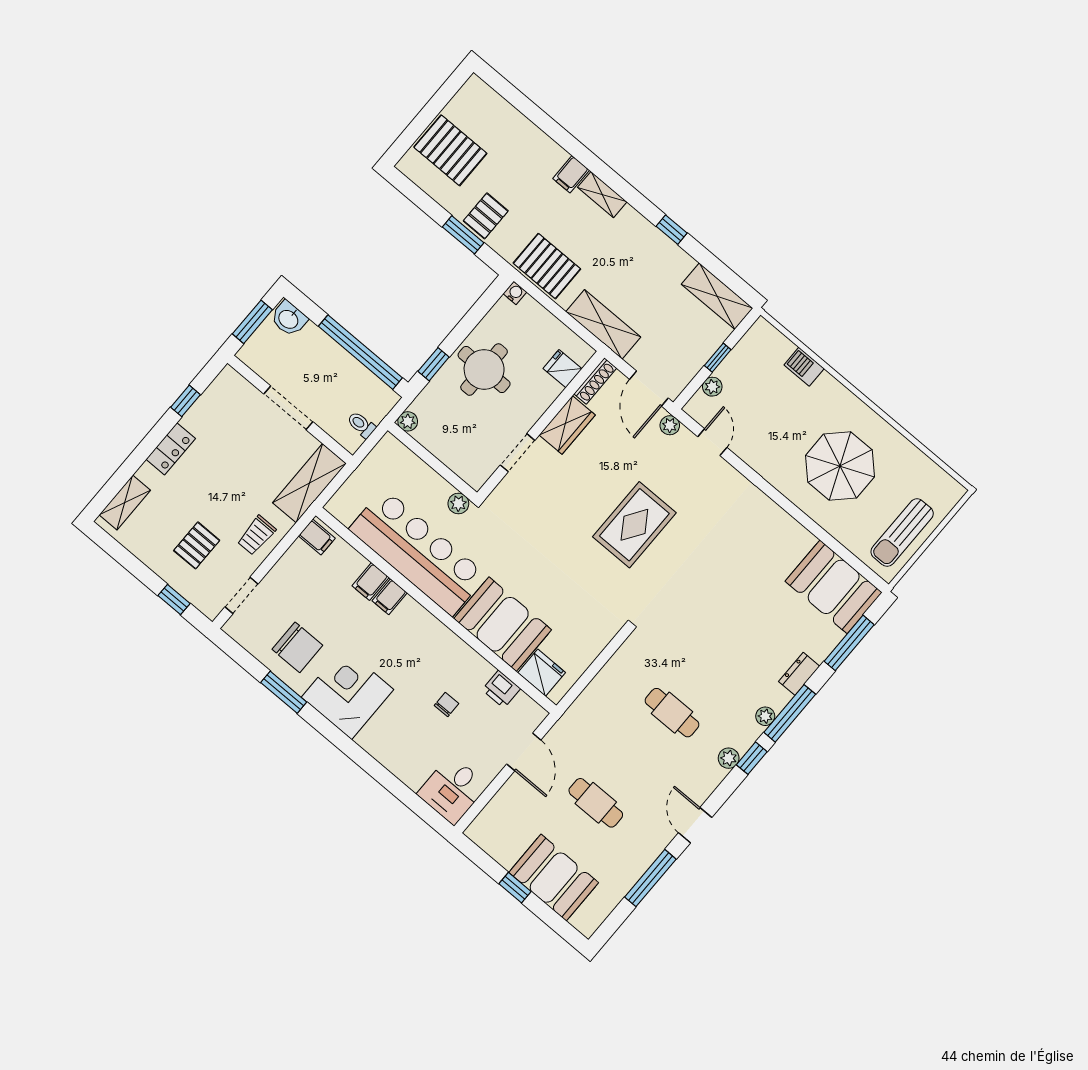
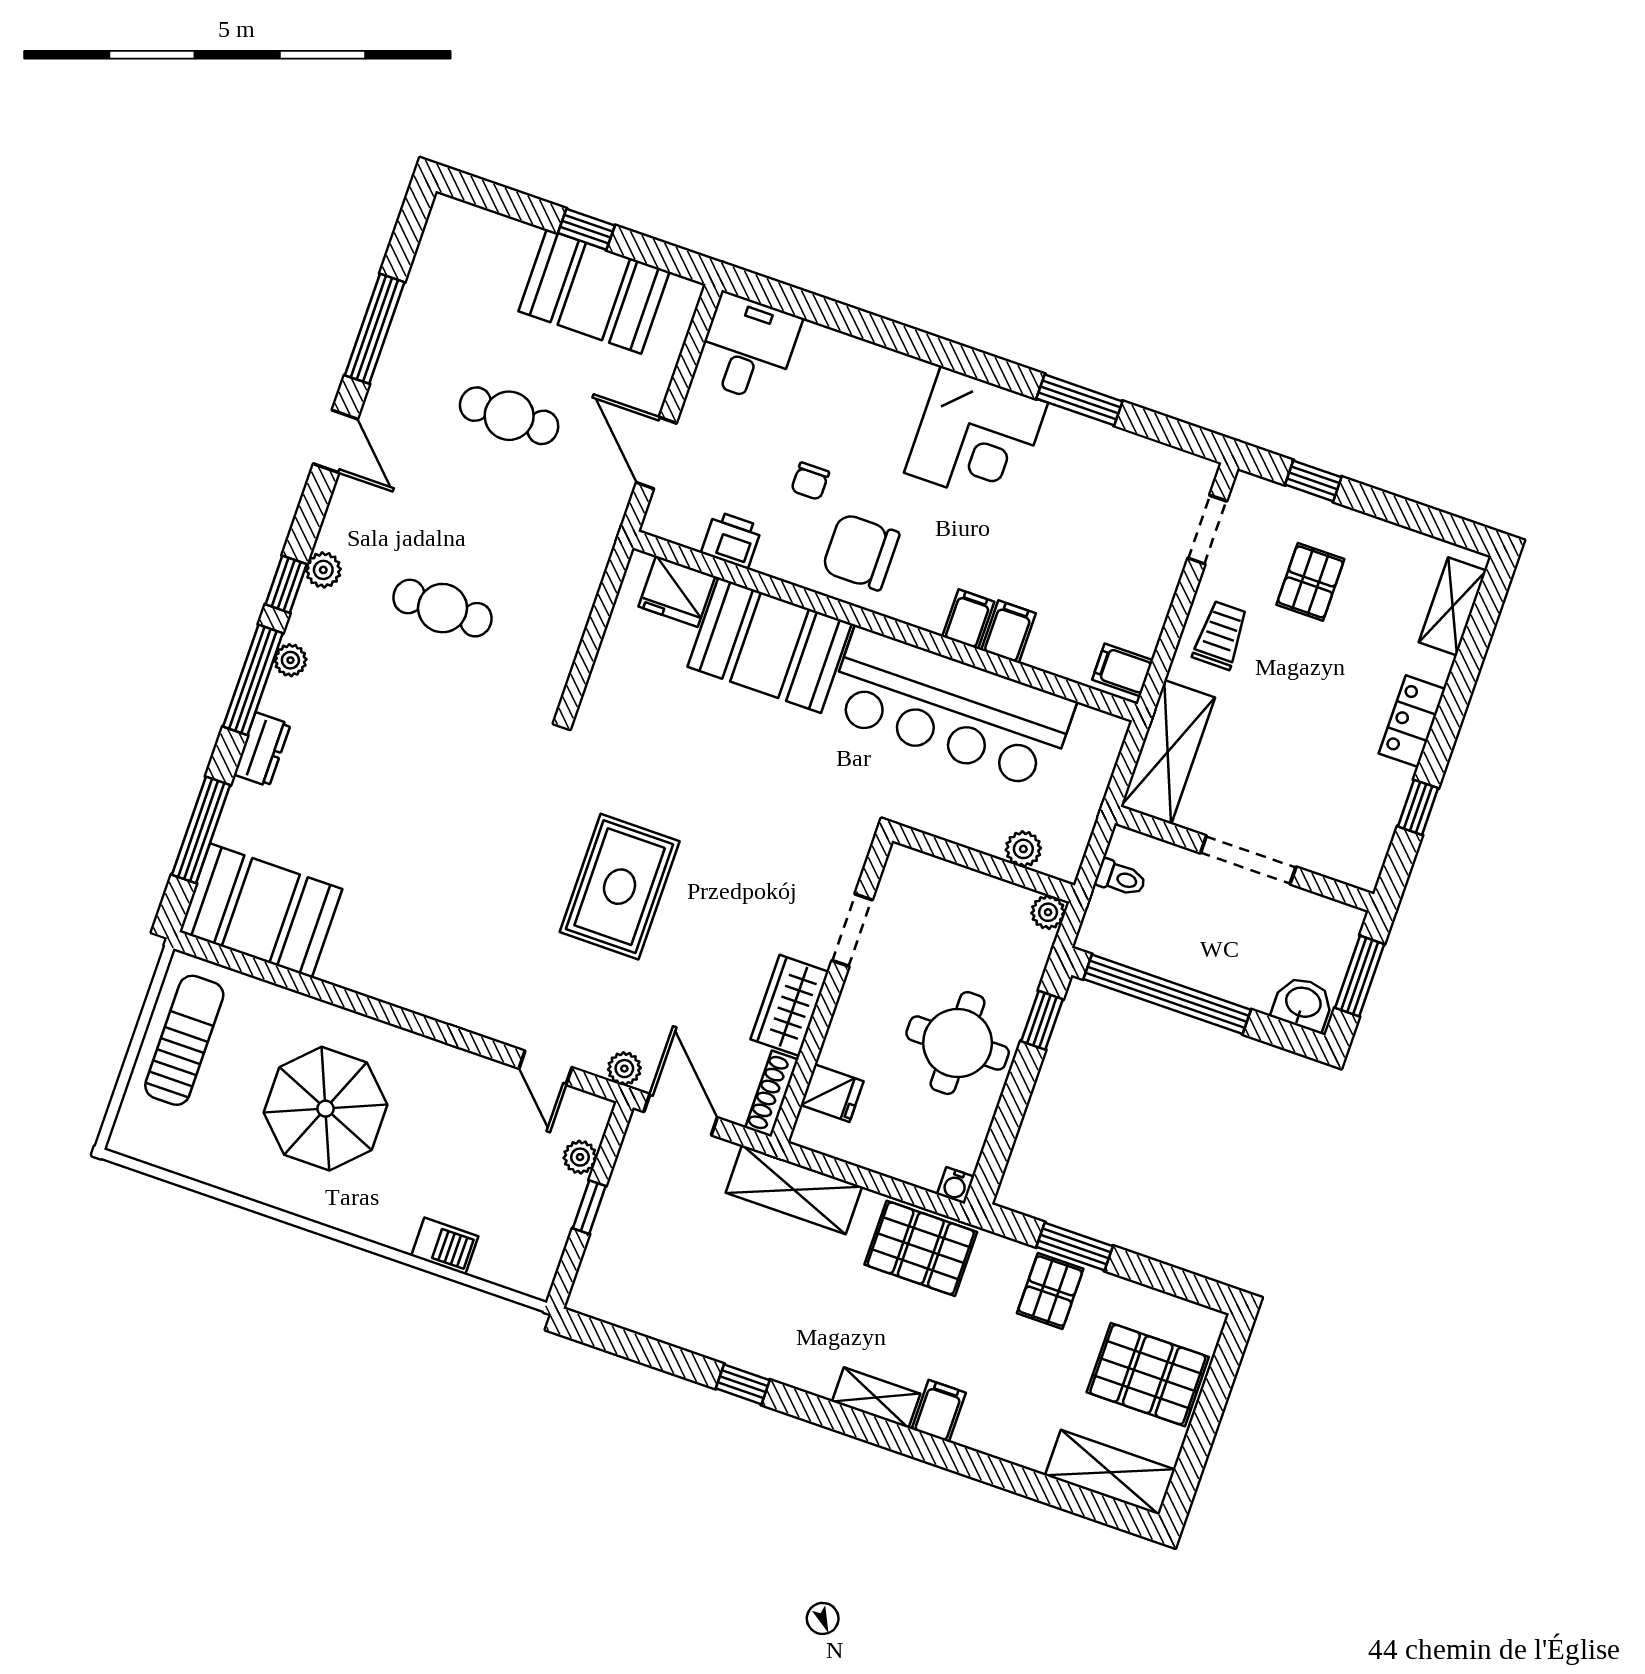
shelving: (717, 296) -> (1110, 1472), moved
plant: (458, 504) -> (1023, 849), moved
chair: (297, 647) -> (861, 552), moved
booth: (554, 878) -> (594, 291), moved

